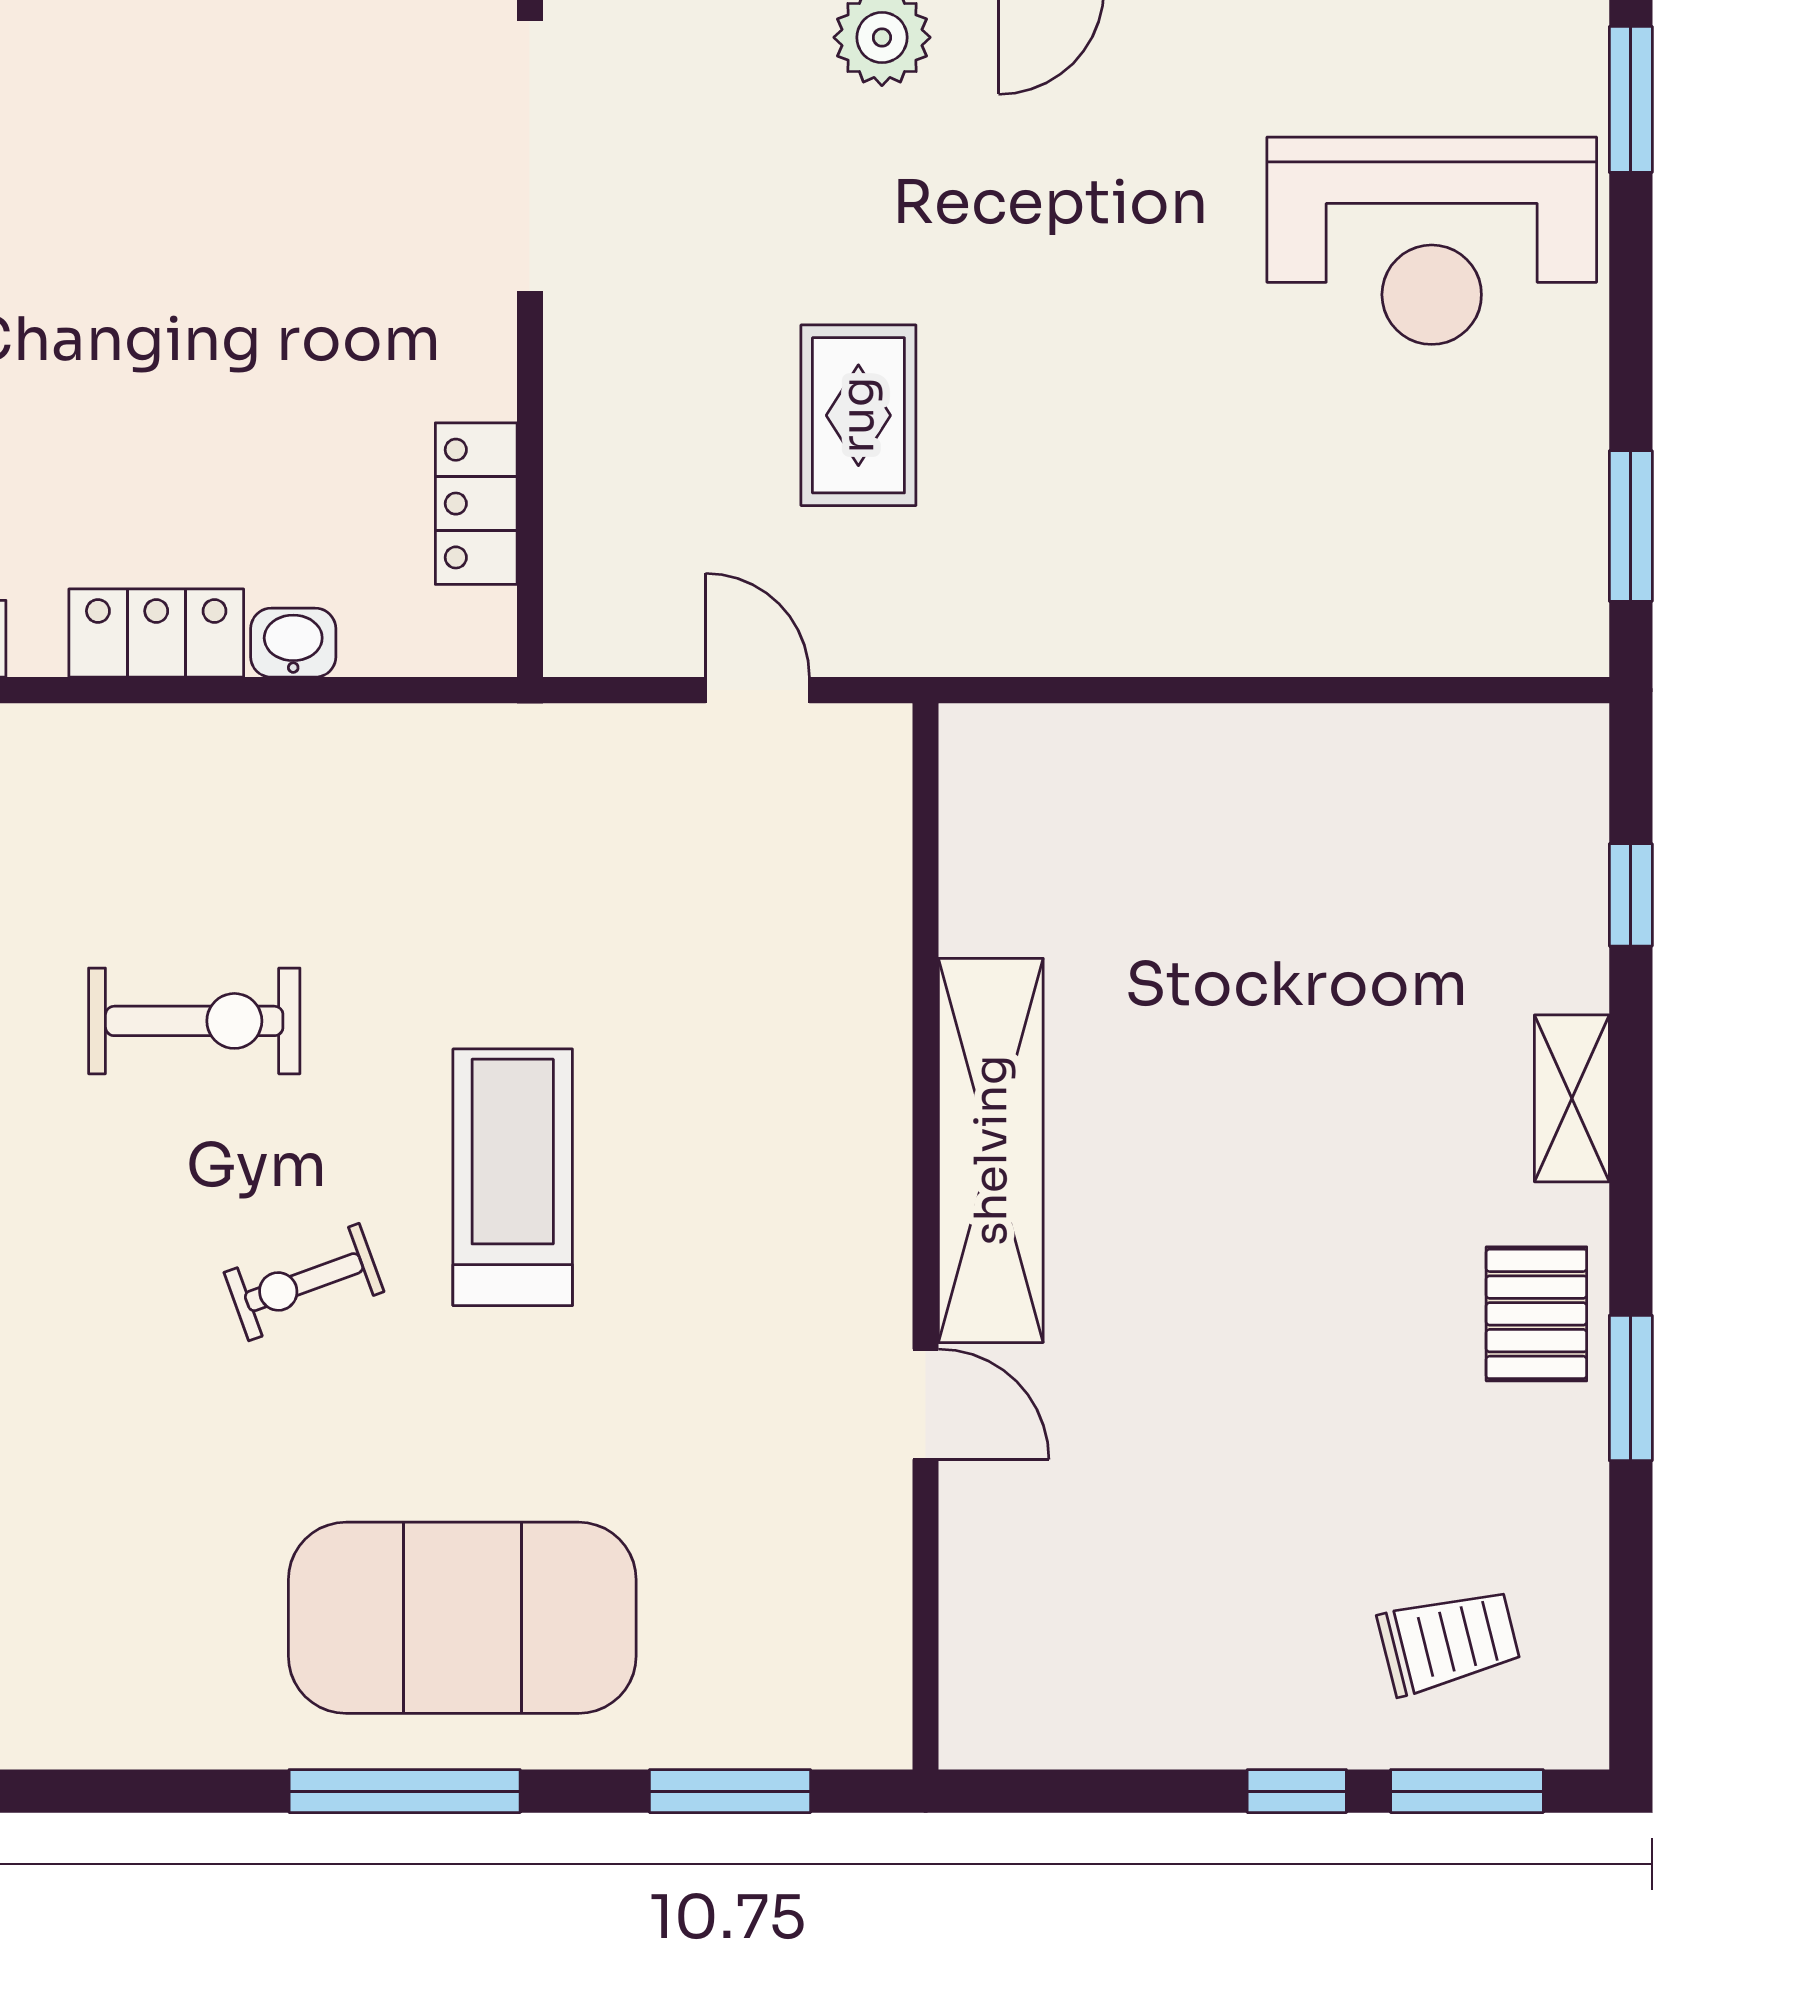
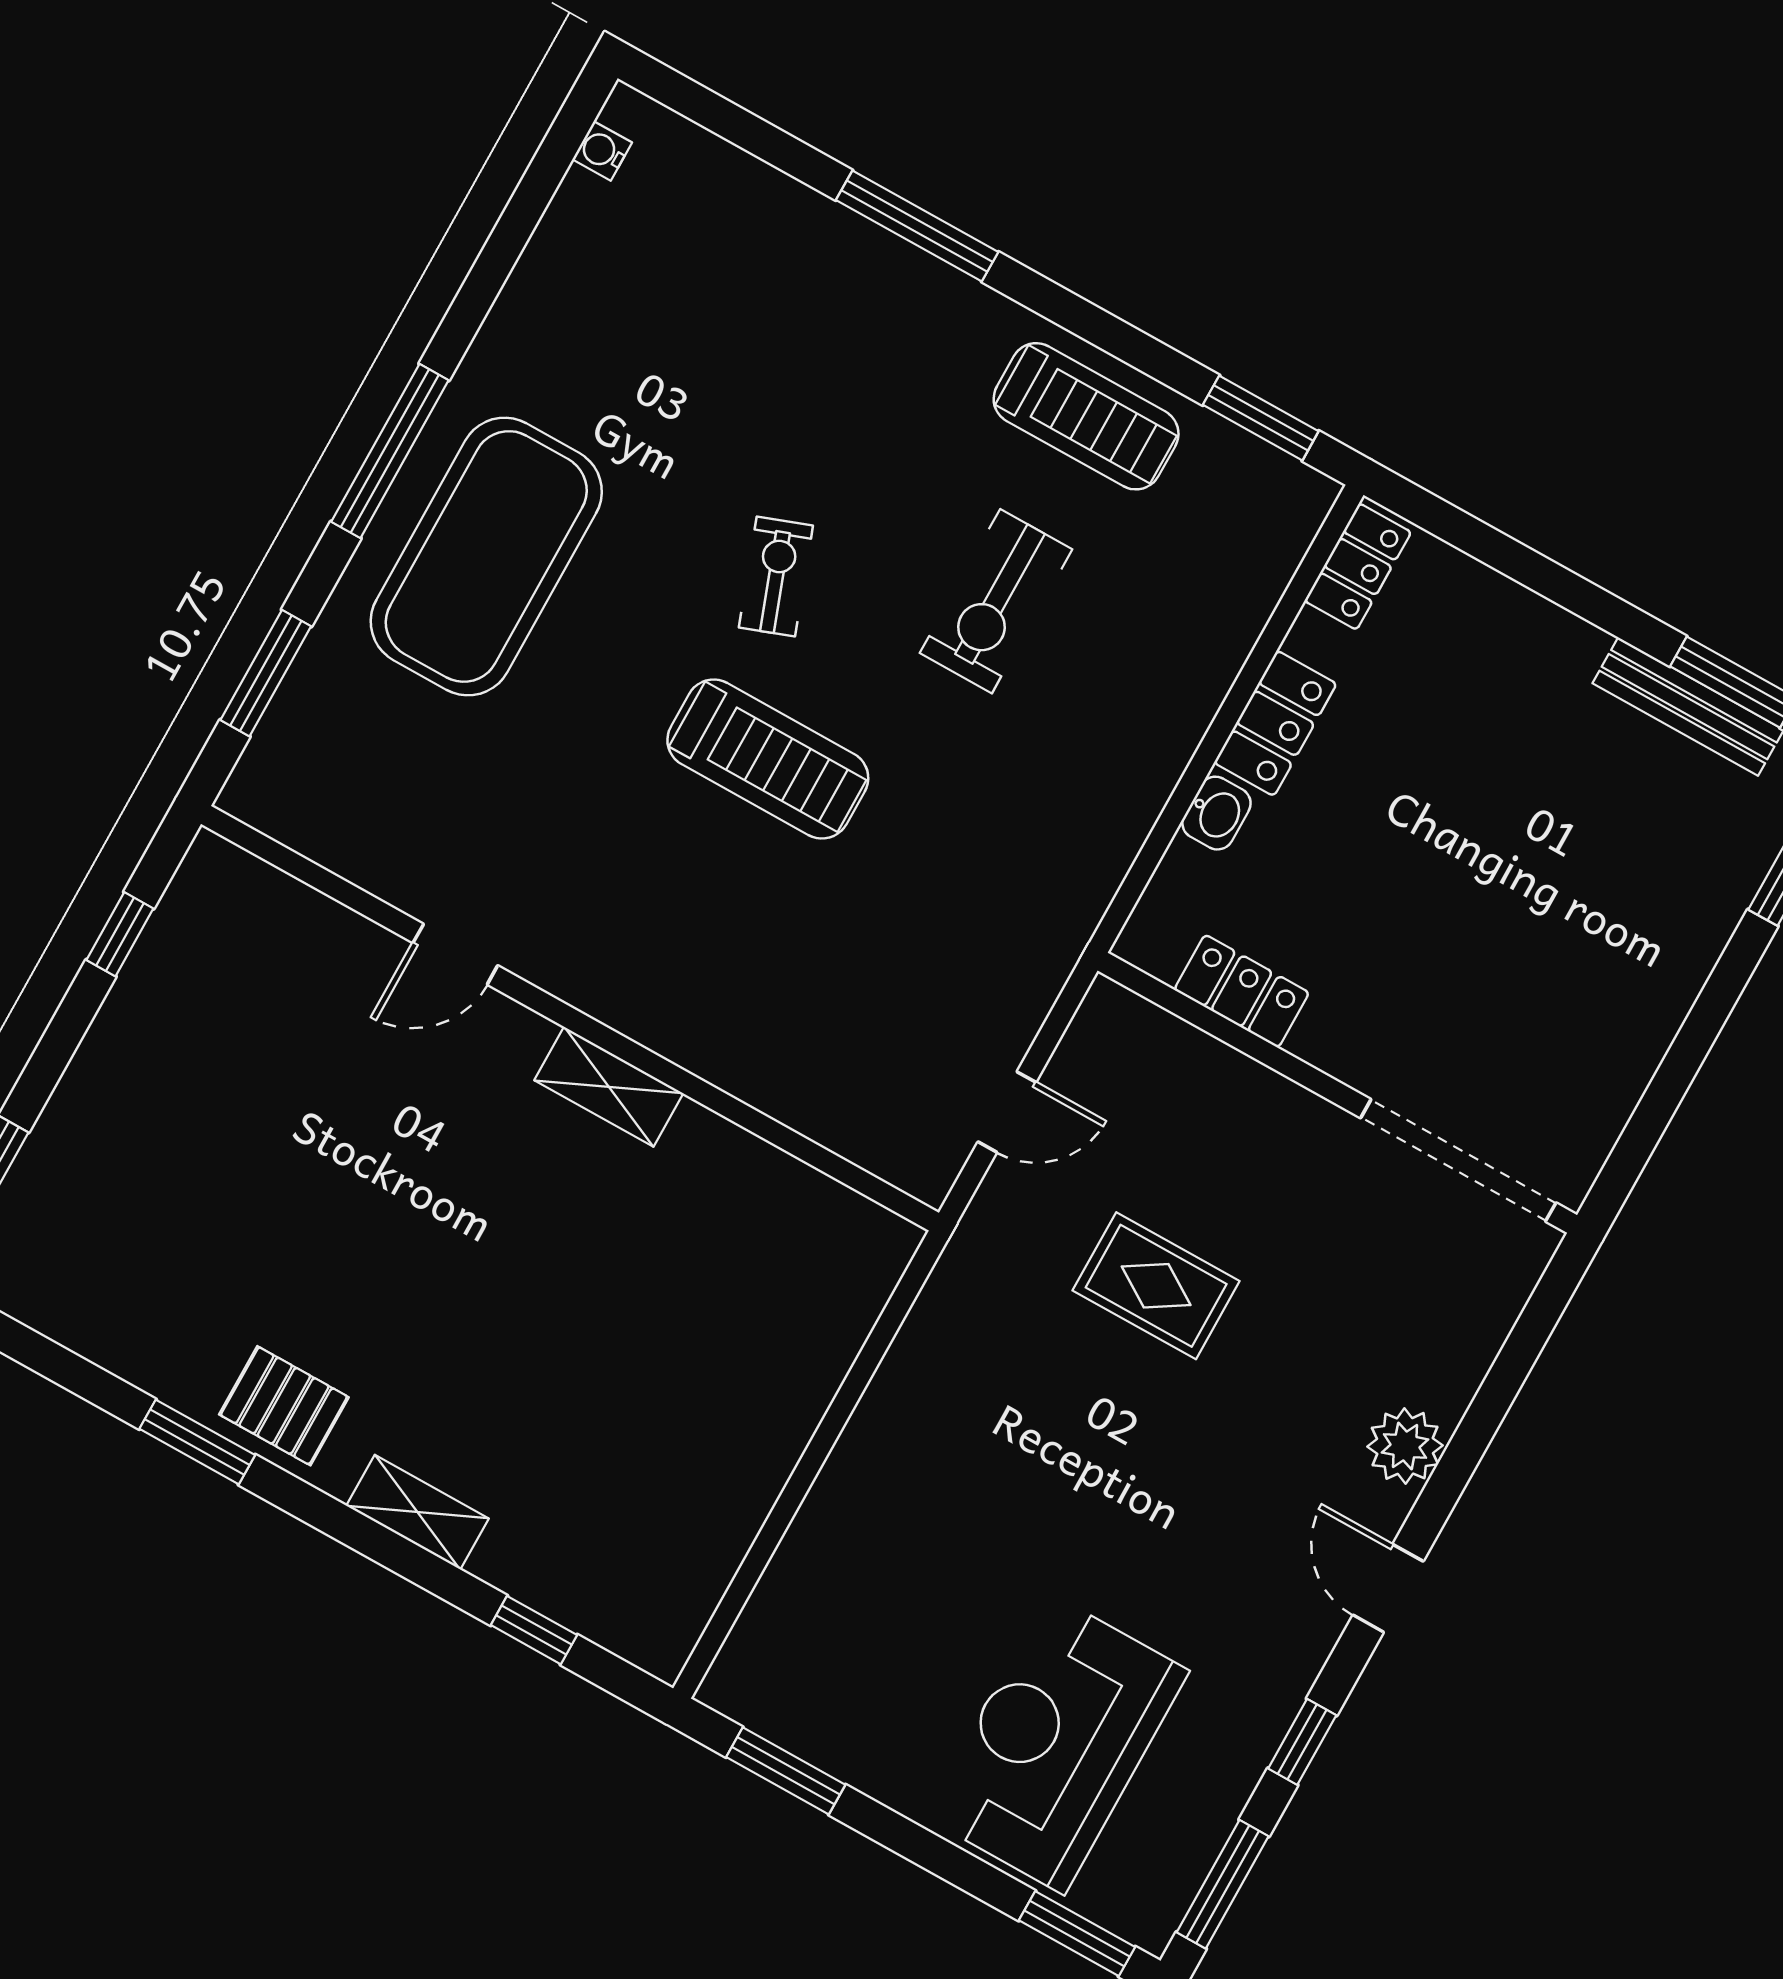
shelving: (991, 1150) -> (609, 1087), width x0.45, depth x0.75
trolley: (1449, 1641) -> (94, 1221), removed
window: (1297, 1791) -> (120, 934), moved

